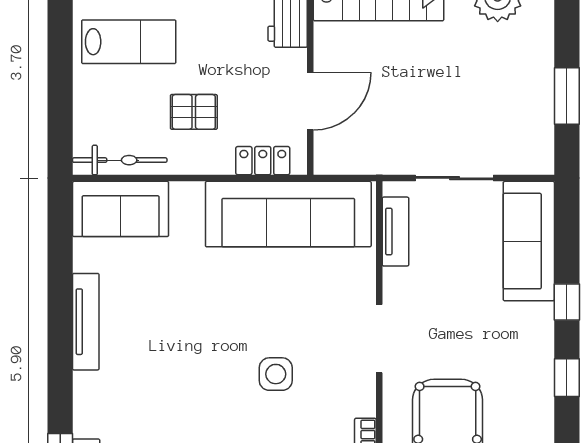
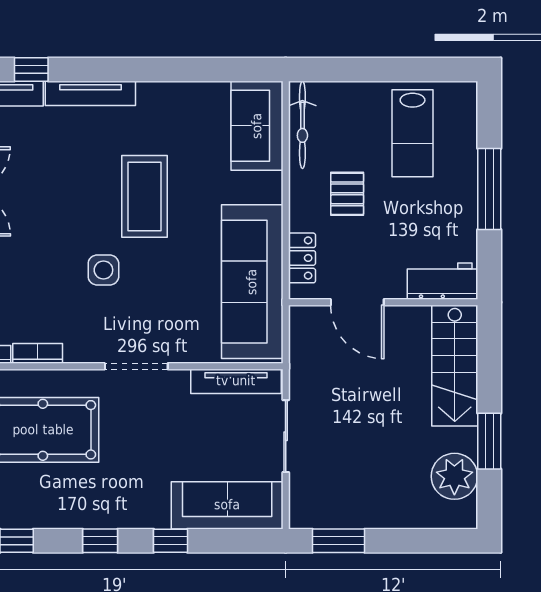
window: (567, 96) -> (339, 541), moved
tv unit: (395, 232) -> (236, 381), width x1.41
tv unit: (86, 322) -> (90, 93), moved
coffee table: (197, 330) -> (145, 196), added

